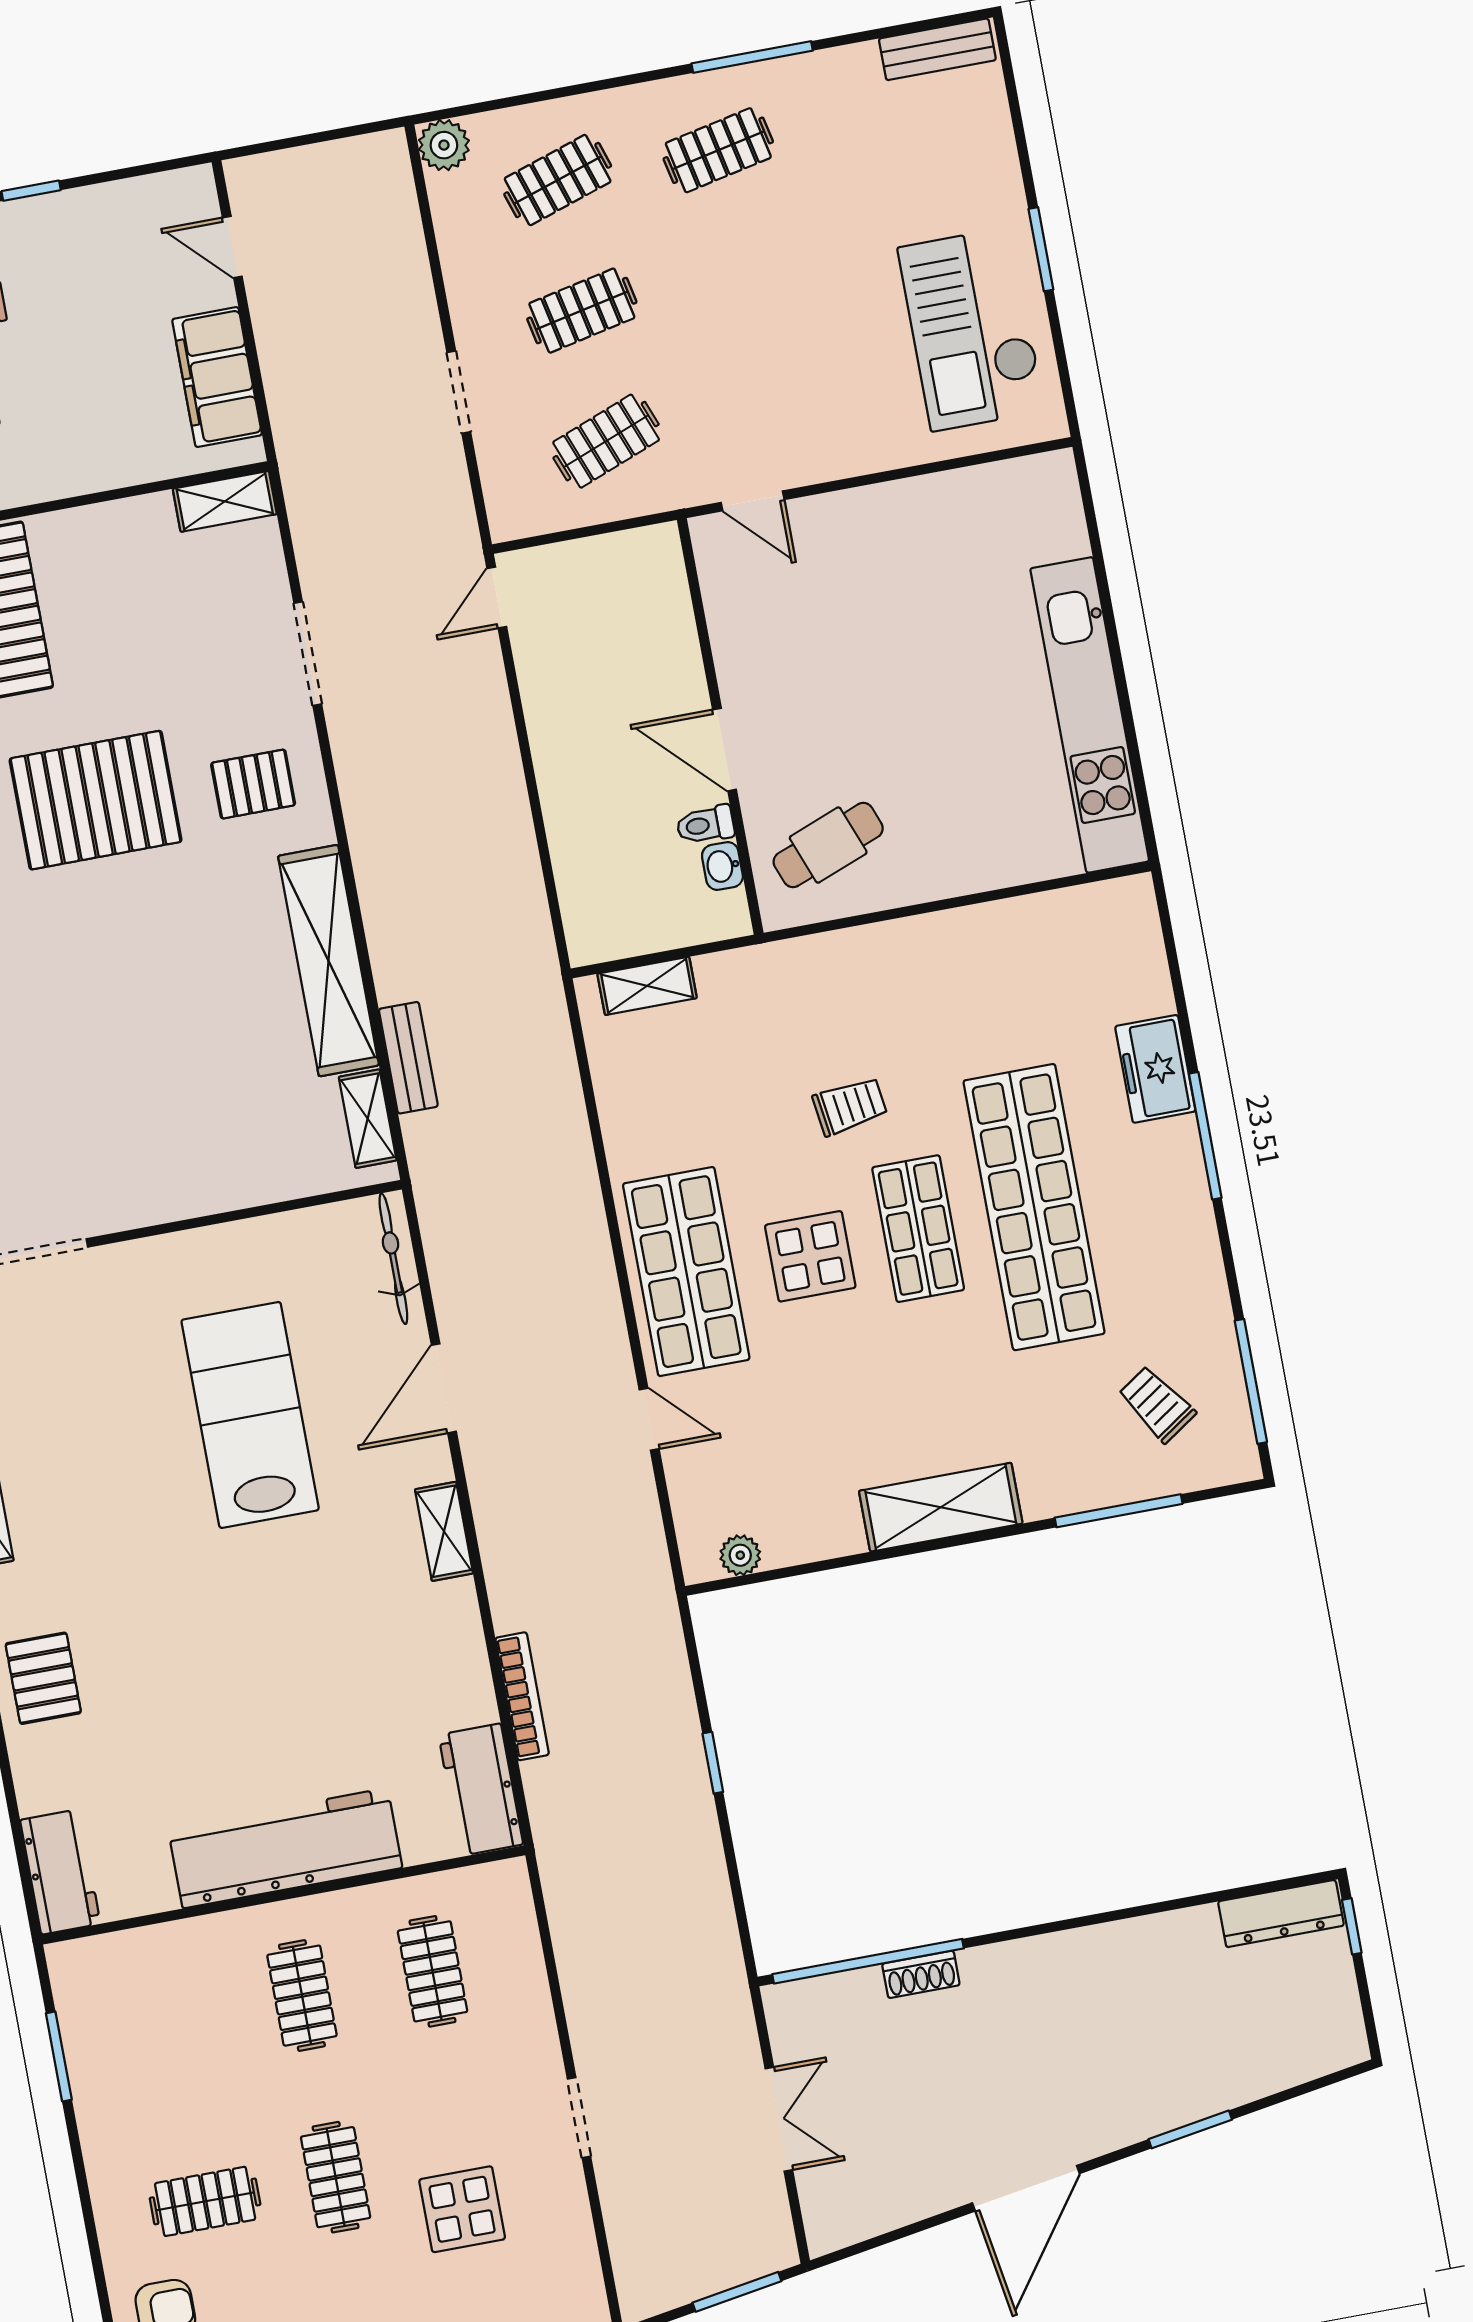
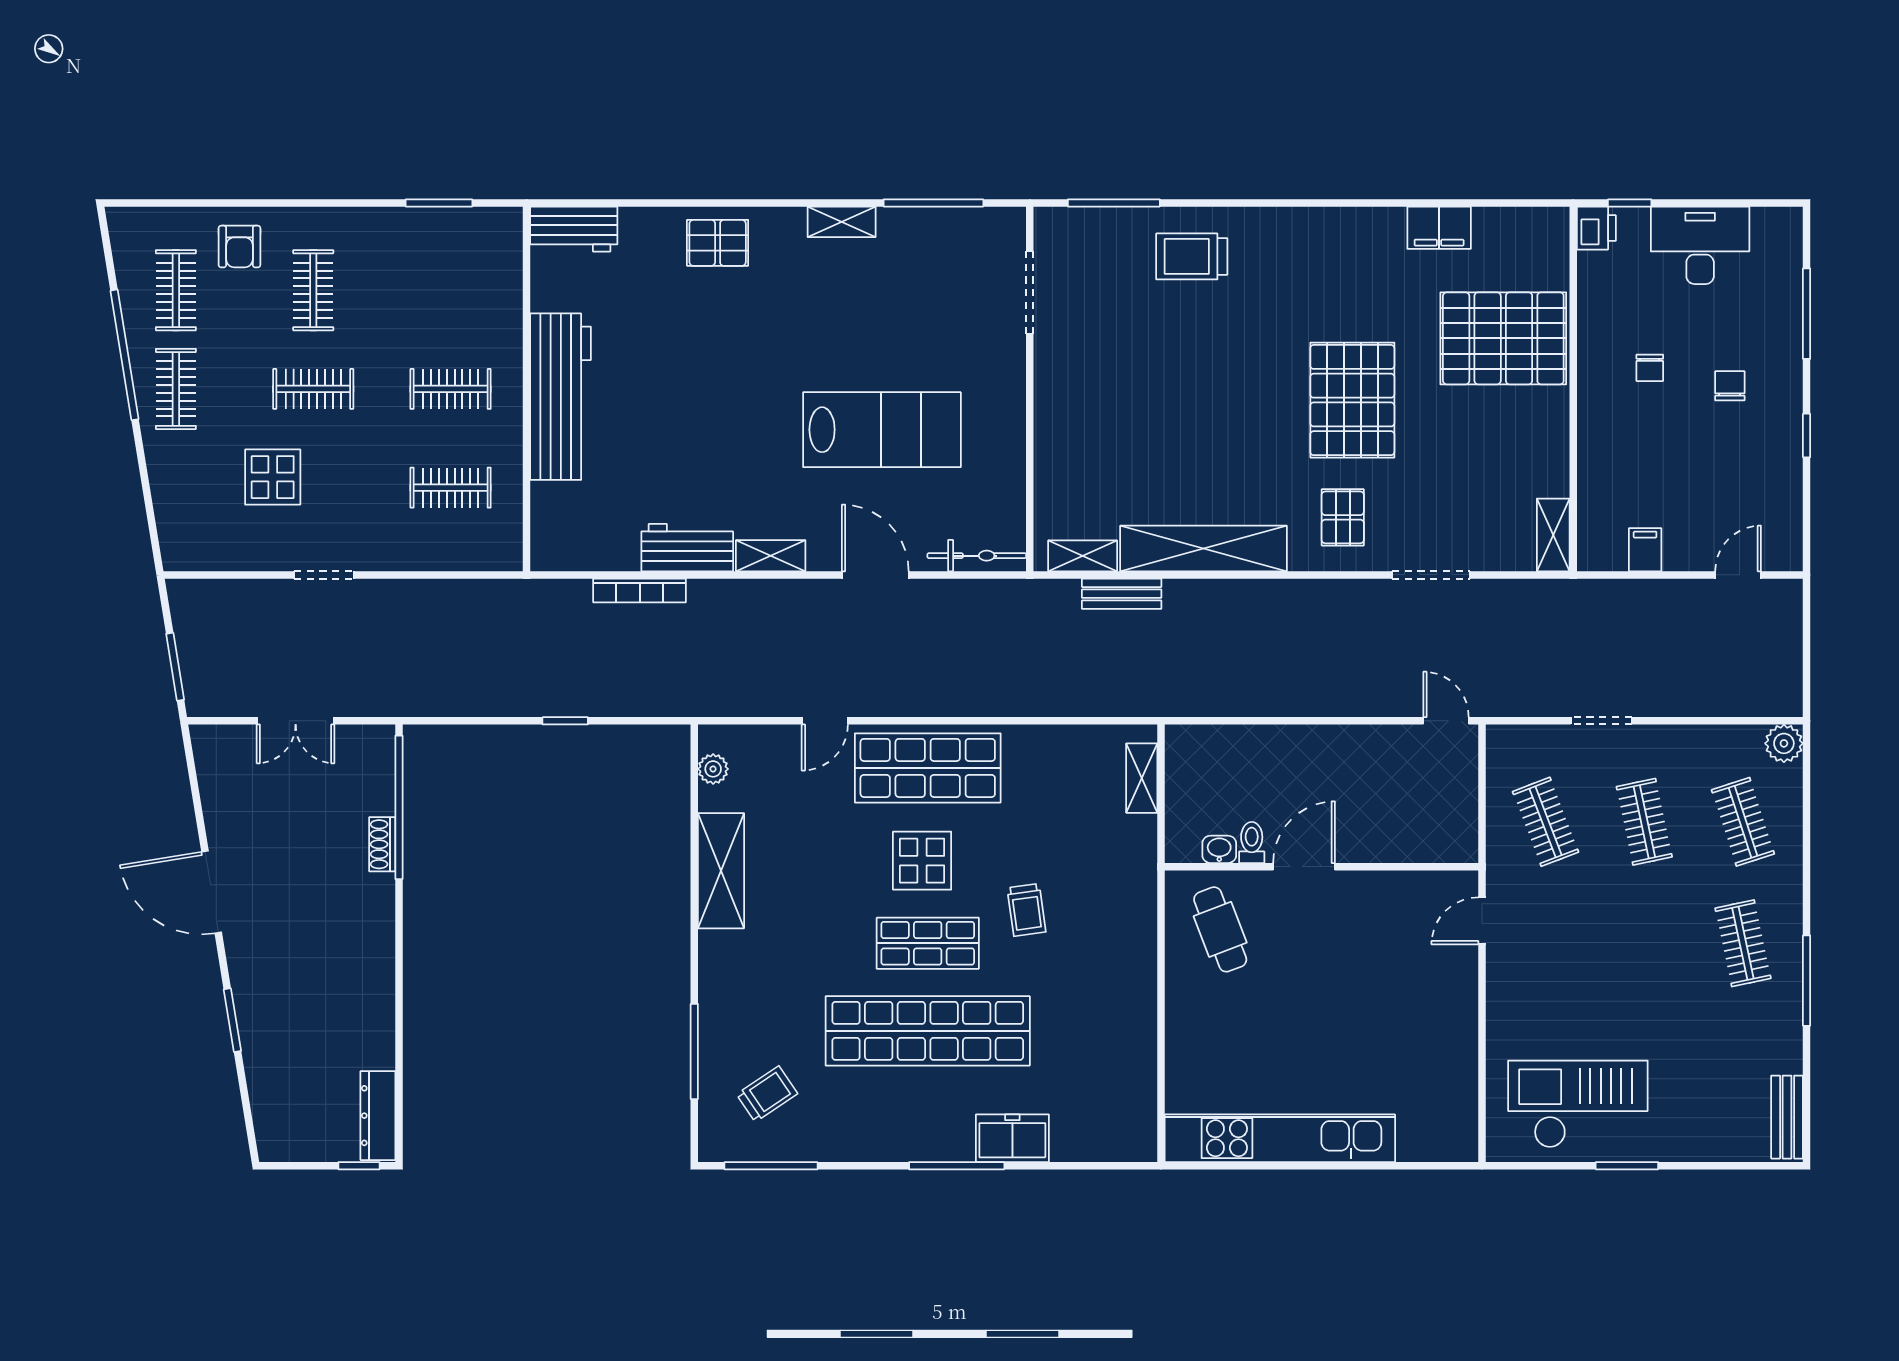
filing cabinet: (217, 377) -> (1645, 550), width x0.33, depth x0.86
shelving: (941, 1507) -> (721, 871), moved
workbench: (481, 1790) -> (687, 548), moved

